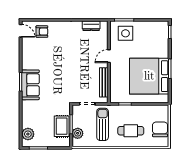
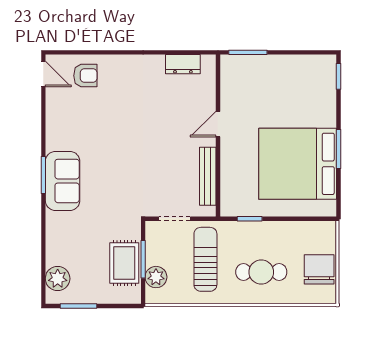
side table: (125, 33) -> (251, 79), removed

